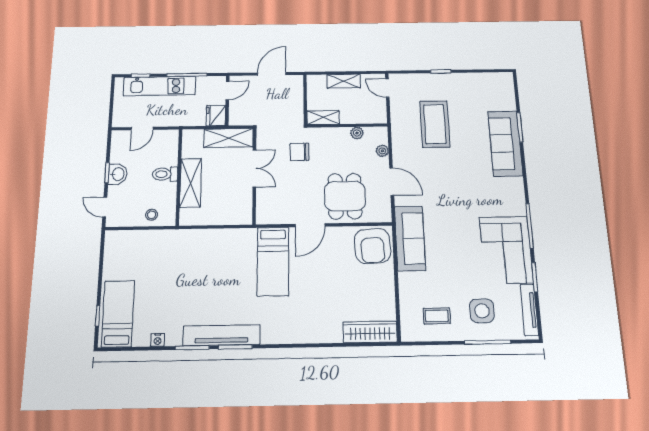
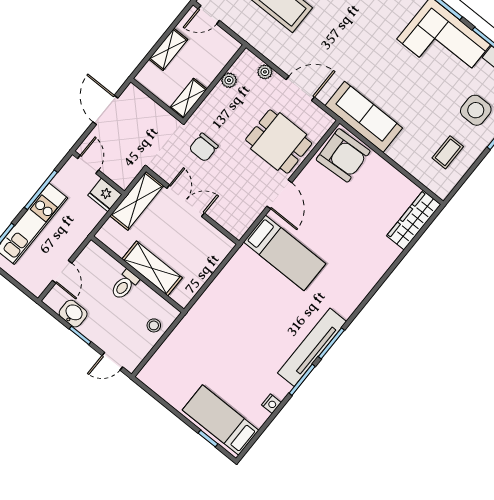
washbasin: (118, 174) -> (73, 314), moved

